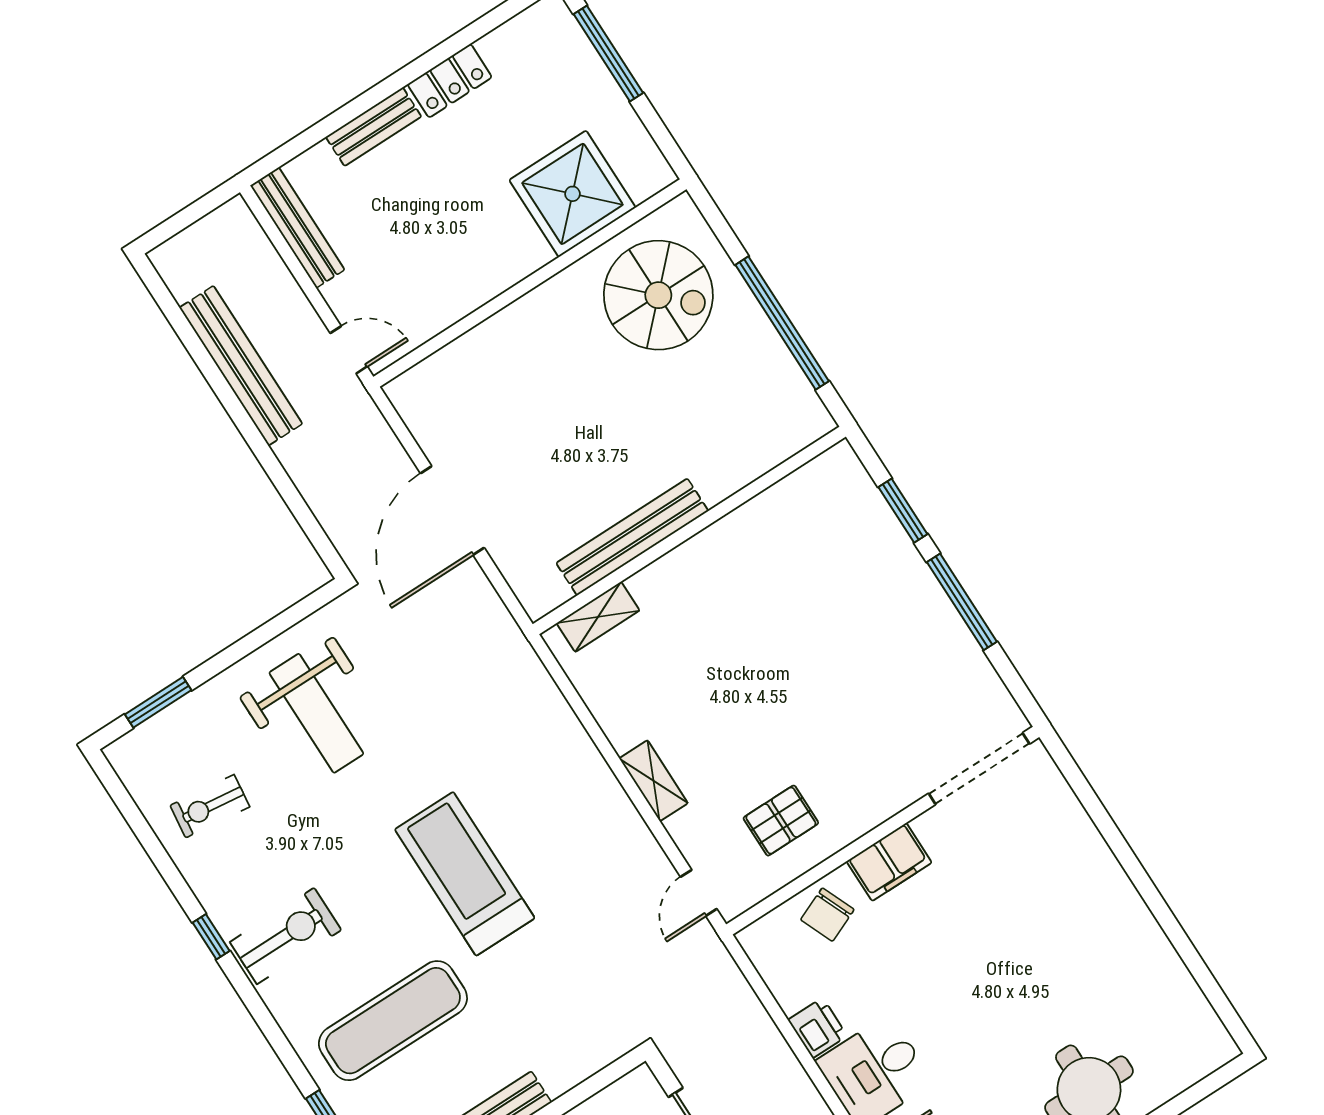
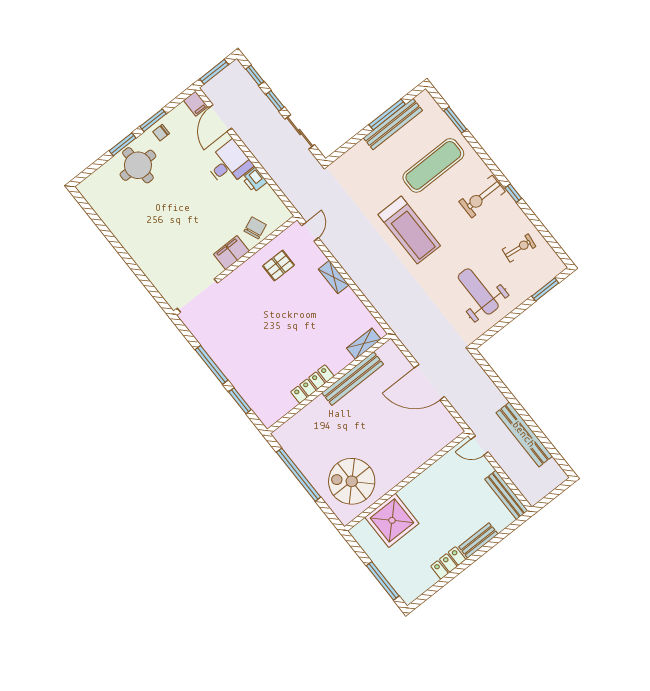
door: (452, 511) -> (429, 382), swing flipped
locker: (728, 534) -> (312, 384), added

